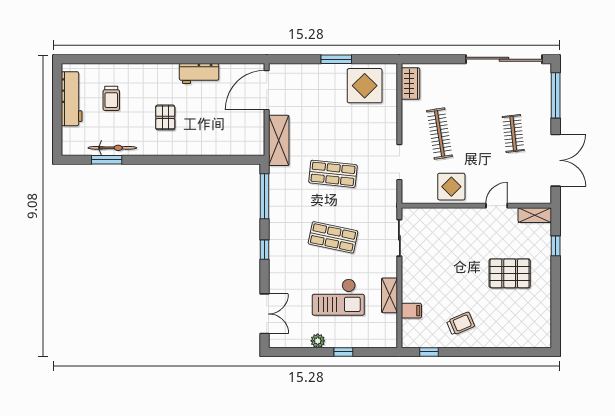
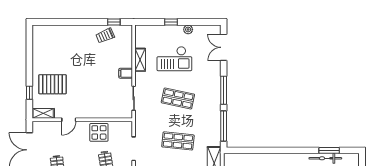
window: (265, 250) -> (224, 90), width x2.17
pallet: (510, 273) -> (53, 84), moved
checkout: (338, 297) -> (174, 59), turned 180
filing cabinet: (411, 311) -> (126, 73), moved
trolley: (461, 324) -> (105, 36), moved

